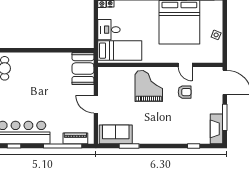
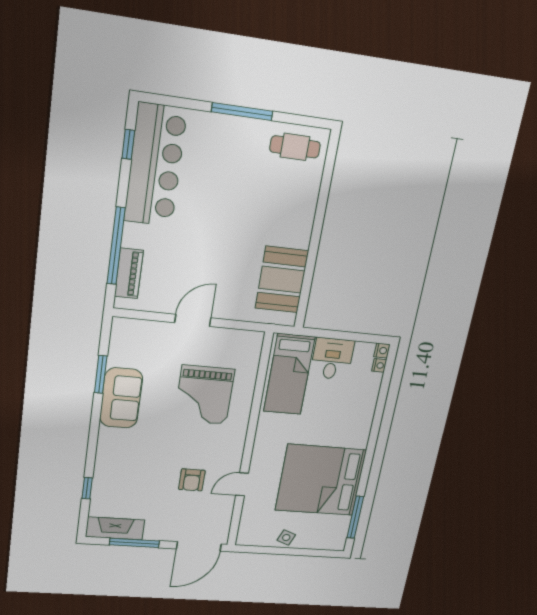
booth: (83, 69) -> (282, 280), moved, turned 90
grand piano: (149, 86) -> (204, 395), moved, turned 90
sofa: (116, 134) -> (121, 398), moved

